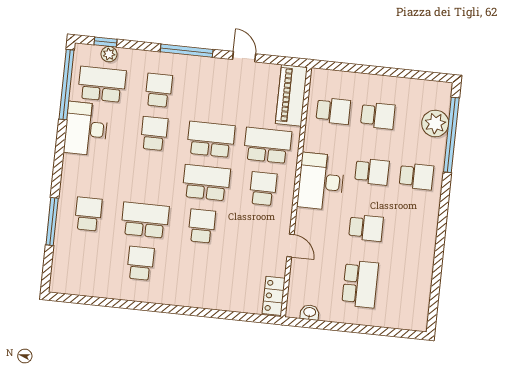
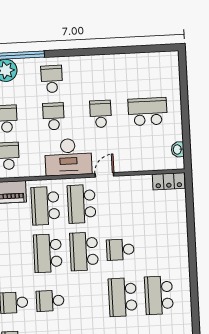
school desk: (263, 189) -> (82, 204), width x1.85
door: (291, 246) -> (104, 175), moved
school desk: (140, 263) -> (159, 295), width x1.85

